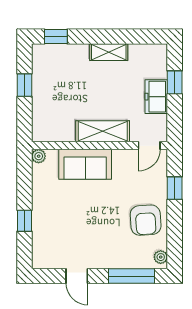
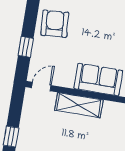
freezer: (156, 97) -> (29, 127), removed

